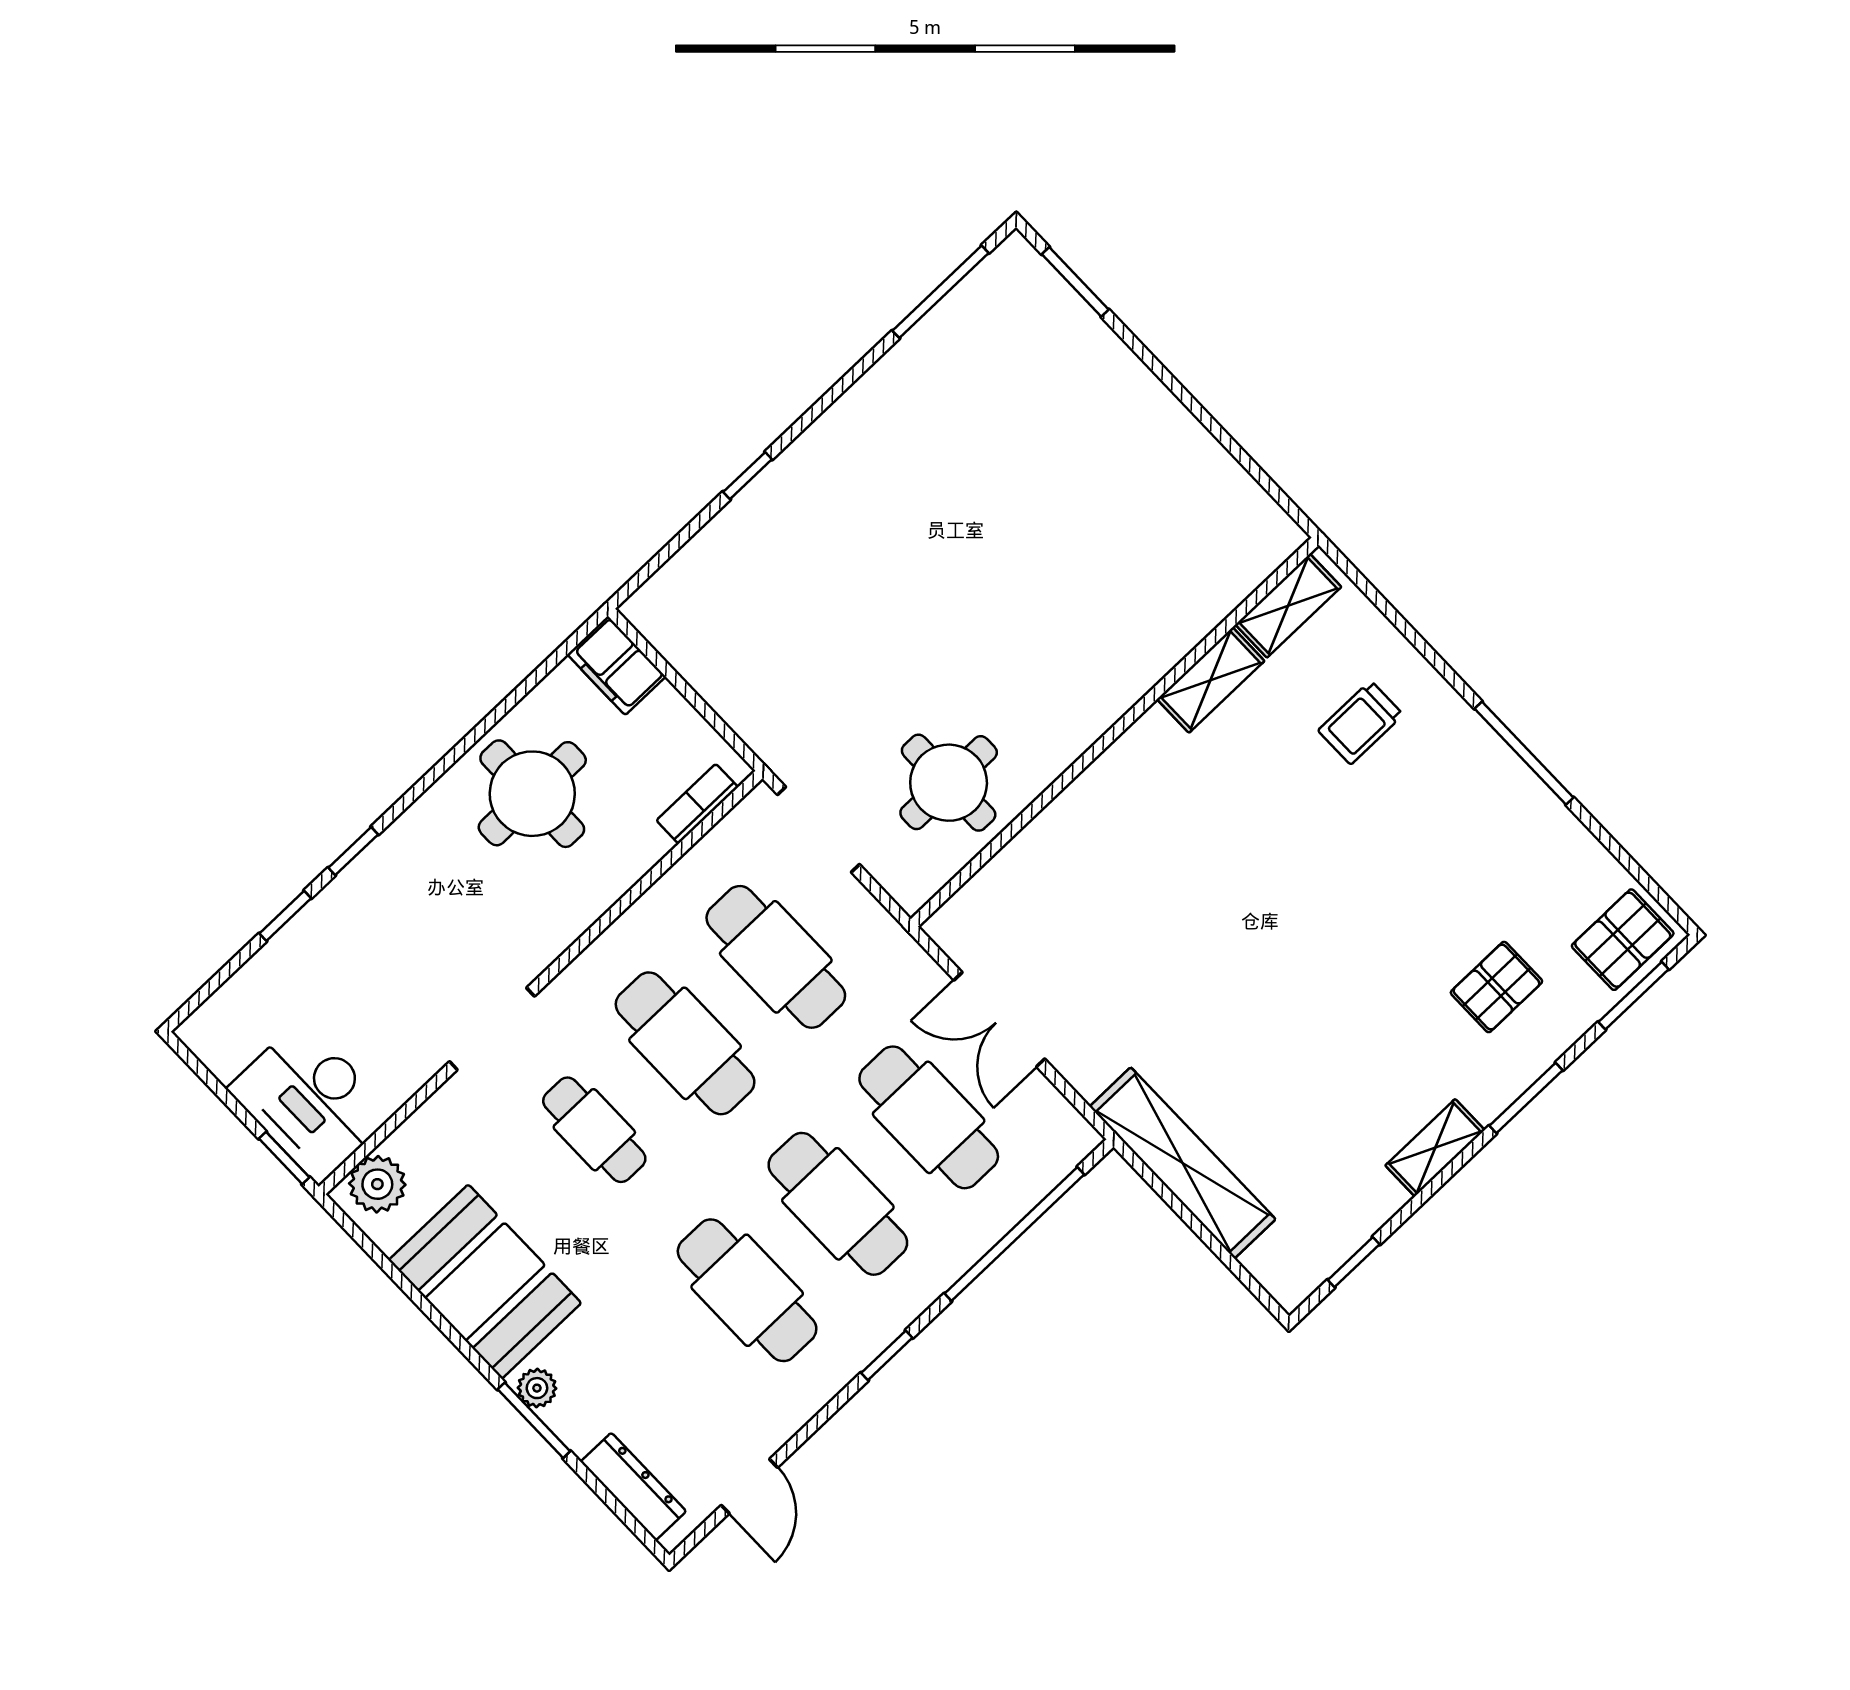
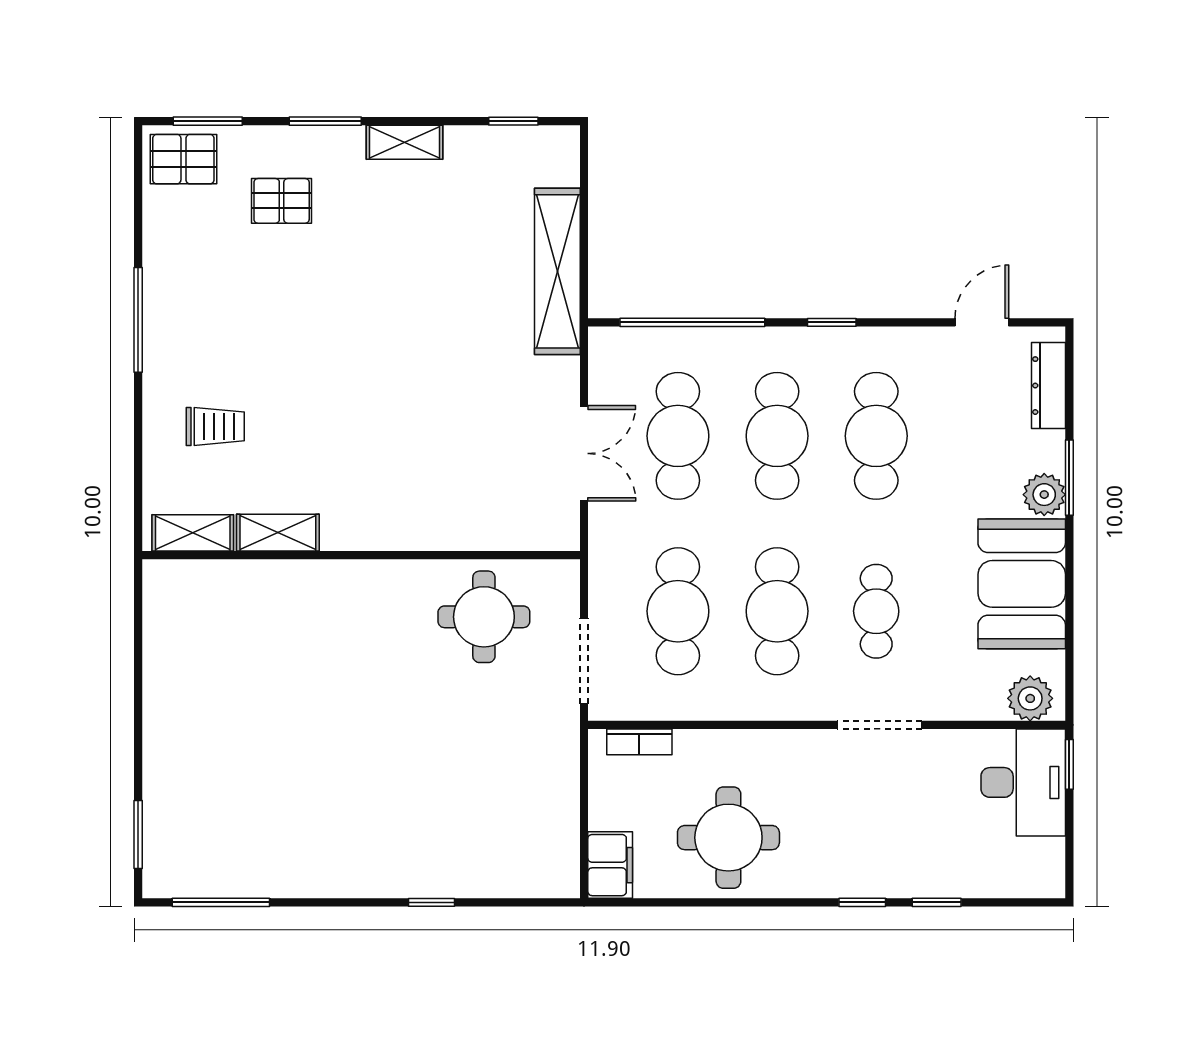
plant: (537, 1388) -> (1044, 495), width x1.38, depth x1.38

